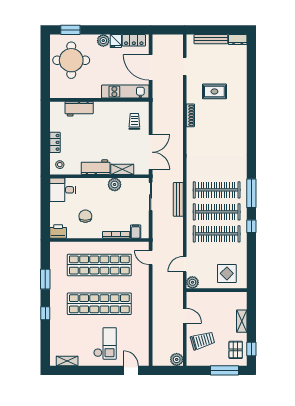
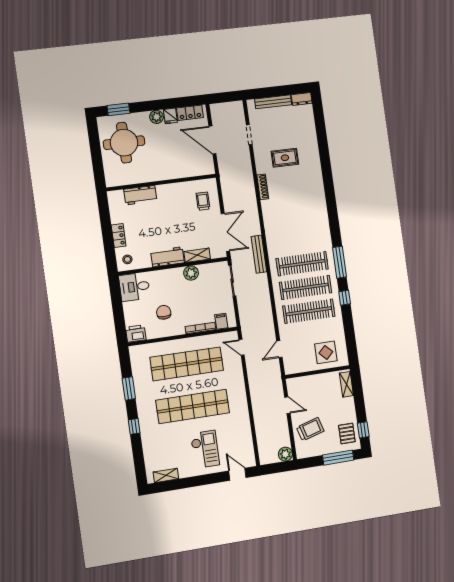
kitchen unit: (125, 92) -> (188, 170), removed
bench: (178, 199) -> (259, 254), moved
plant: (192, 282) -> (291, 368), removed
shelving: (242, 321) -> (346, 384), moved

